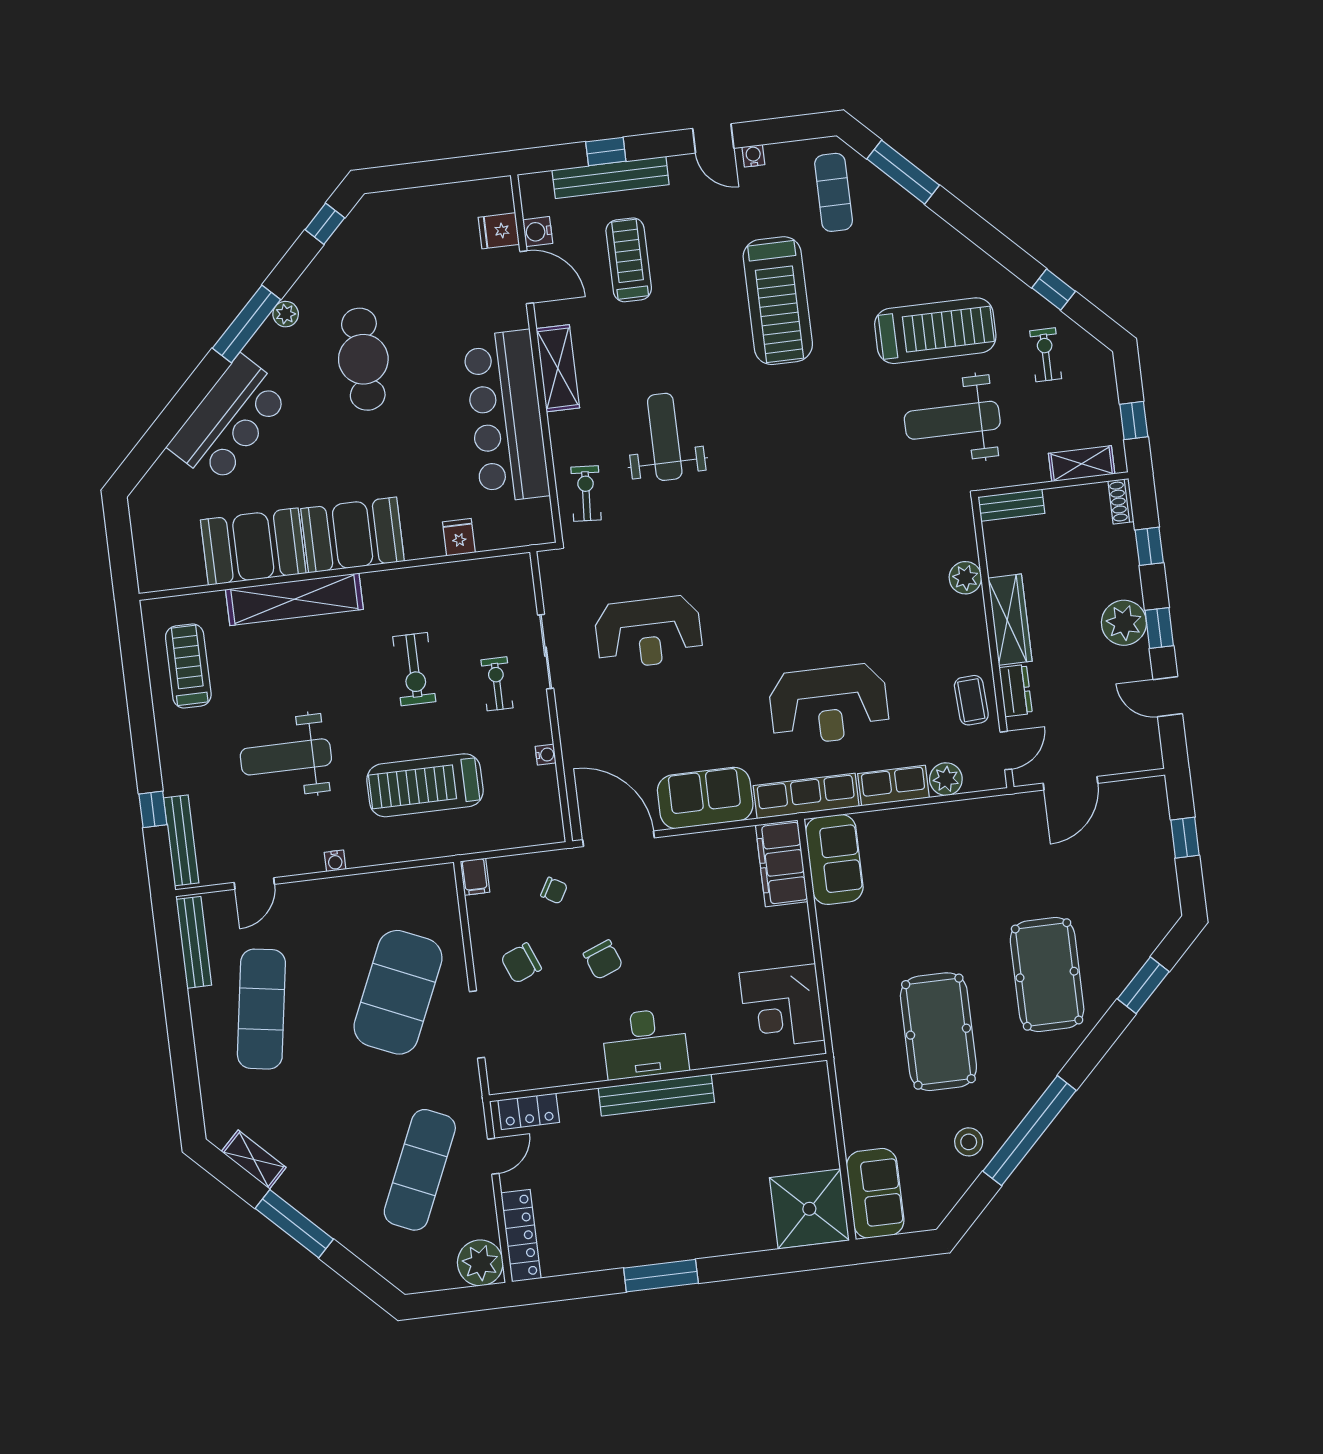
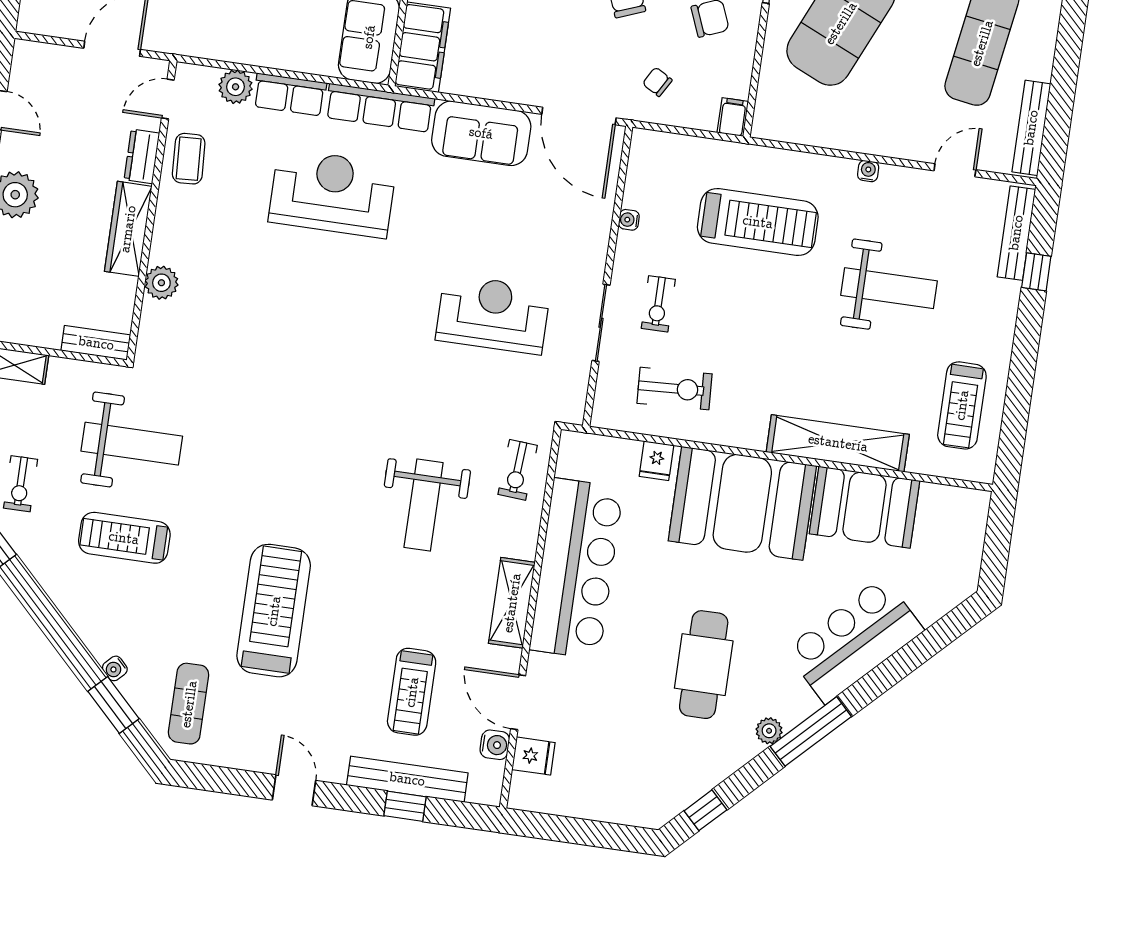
water cooler: (753, 156) -> (115, 668), moved, turned 45
window: (903, 172) -> (114, 705), width x0.69
treadmill: (935, 331) -> (124, 538), width x0.73, depth x0.73
booth: (353, 535) -> (742, 503), width x1.36, depth x1.42
exercise bike: (414, 669) -> (675, 389), moved, turned 87

